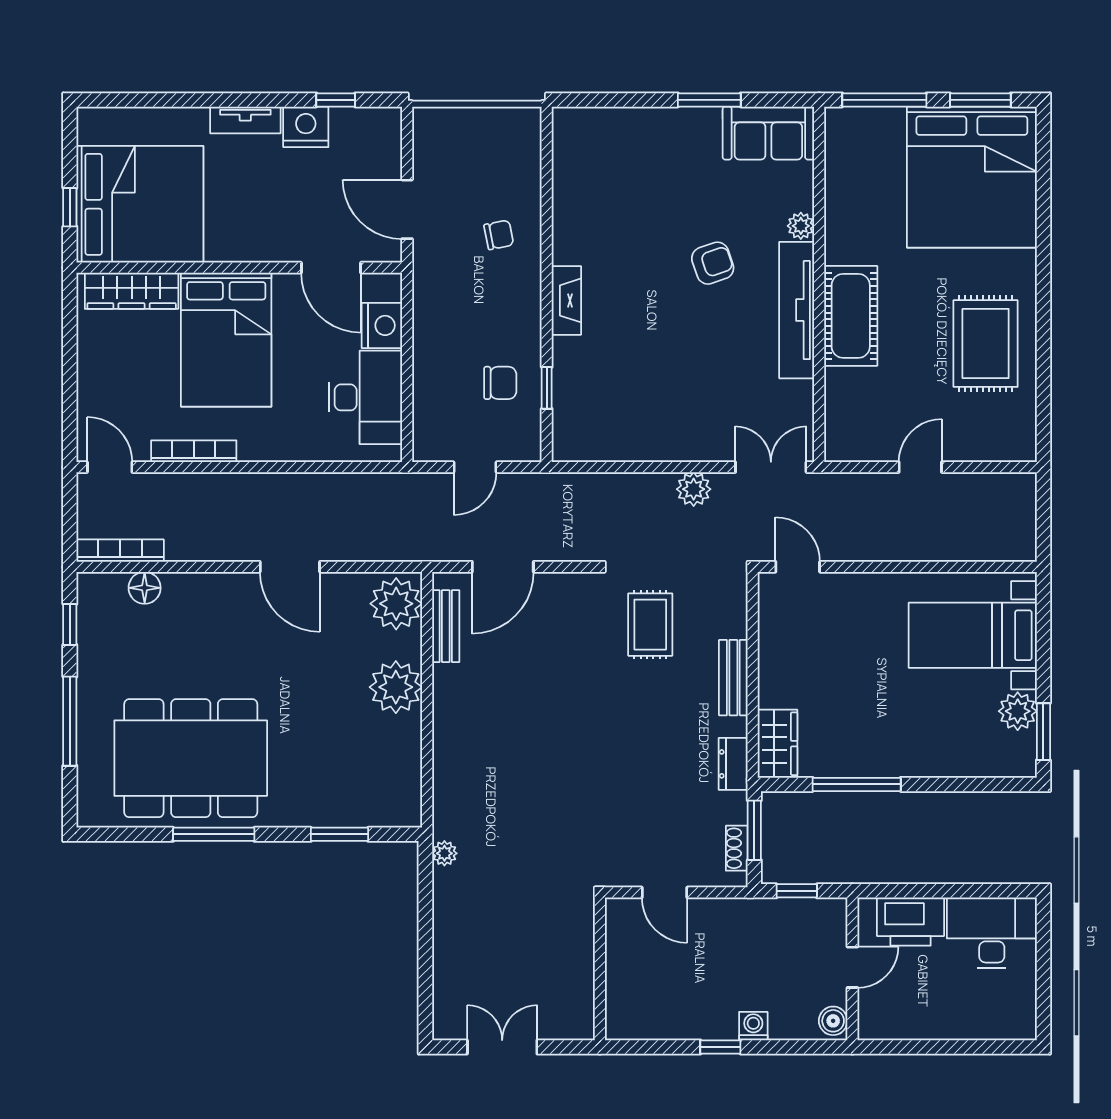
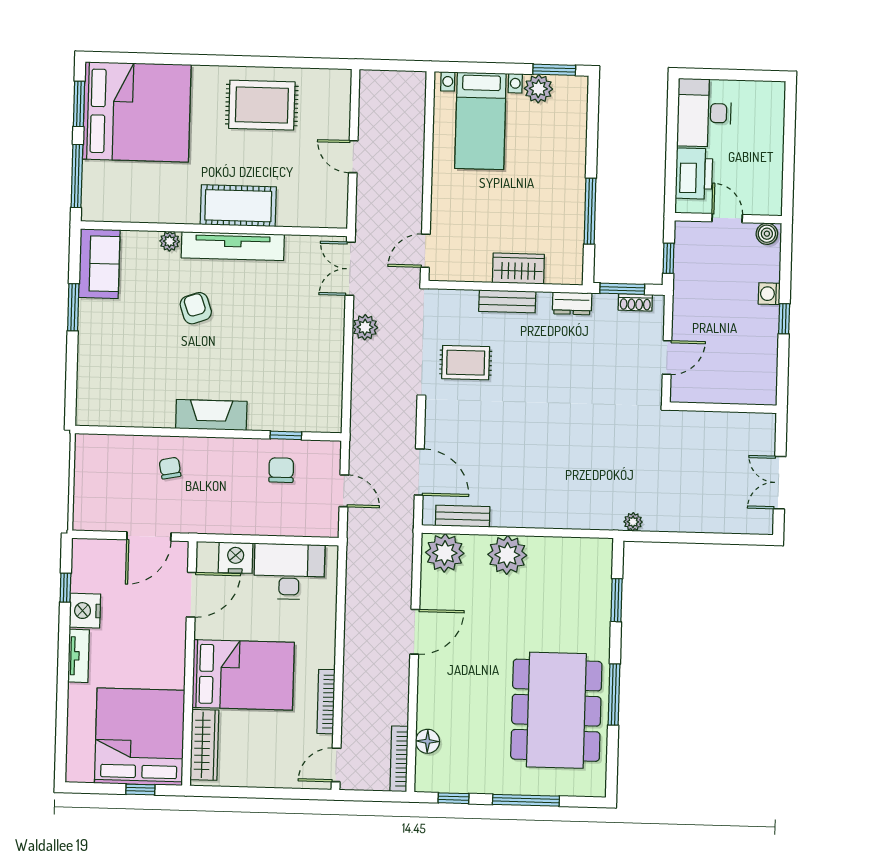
fireplace: (566, 300) -> (211, 415), width x1.37, depth x1.32
wardrobe: (777, 744) -> (518, 269), moved

